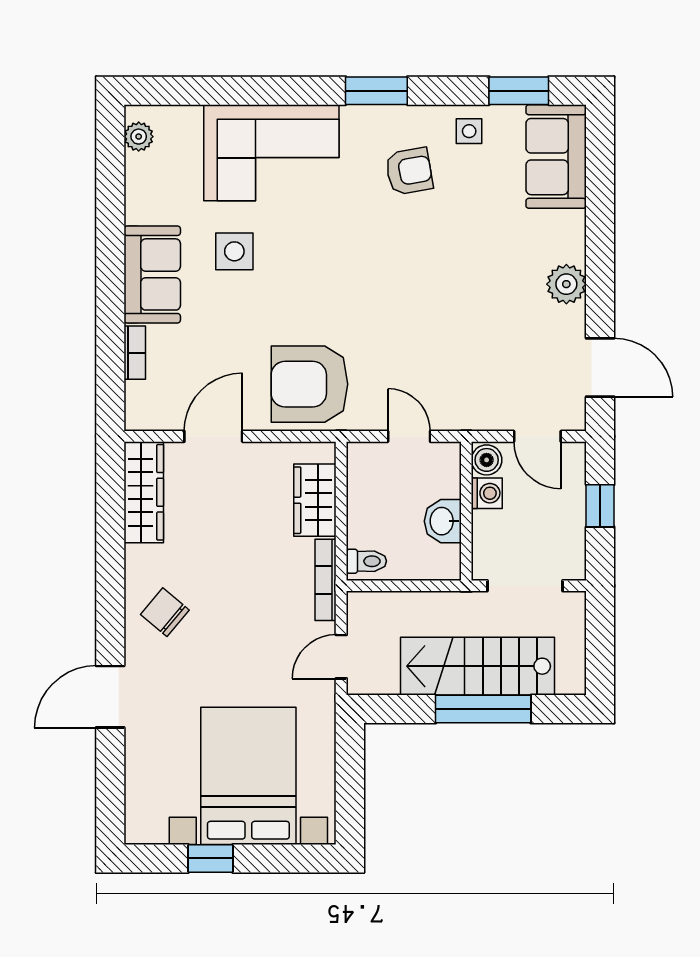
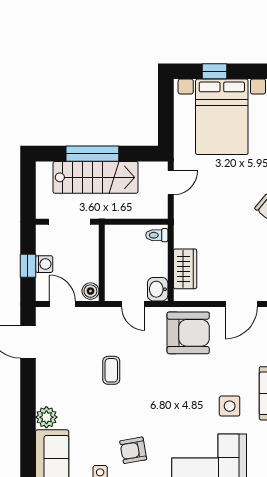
plant: (566, 284) -> (46, 417), moved
coffee table: (449, 316) -> (111, 370), added
washing machine: (487, 493) -> (44, 264), moved, turned 180
washbasin: (443, 521) -> (158, 289), moved, turned 180
bookcase: (326, 580) -> (179, 225), removed
window: (210, 858) -> (215, 71), moved

